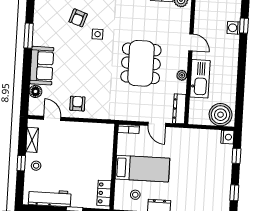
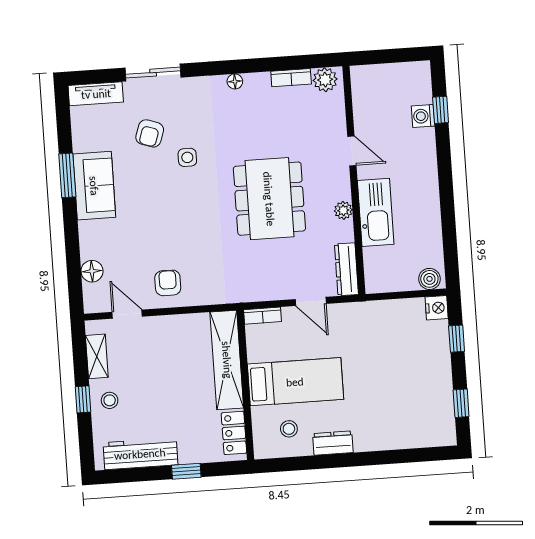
sofa: (42, 66) -> (94, 186), moved
boiler: (221, 115) -> (429, 279), width x0.54, depth x0.54
shelving: (105, 151) -> (227, 360), added

